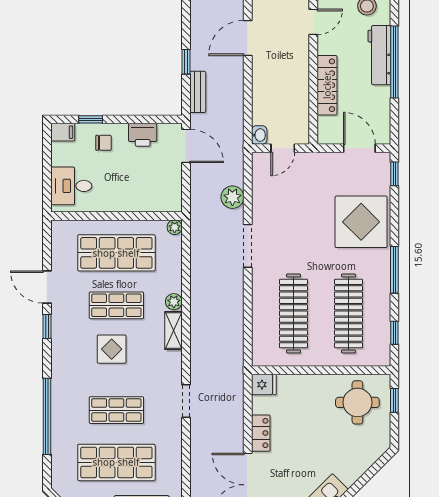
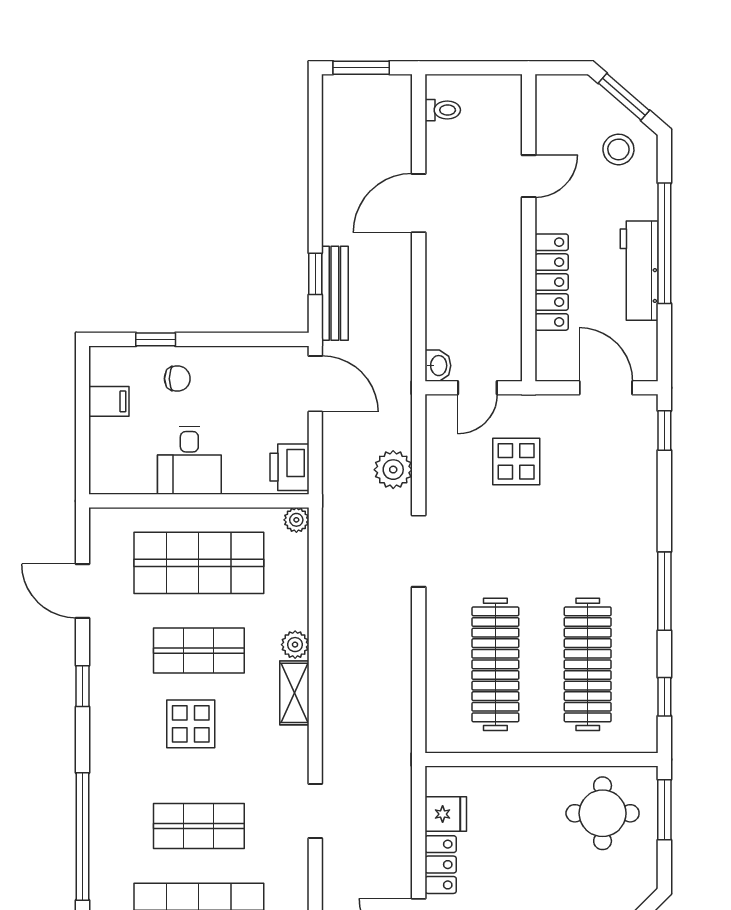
workbench: (379, 55) -> (639, 271), moved
window: (186, 62) -> (315, 274), moved
bench: (198, 92) -> (335, 293), width x1.36
filing cabinet: (63, 132) -> (109, 401), moved
printer: (143, 135) -> (289, 467), moved, turned 90
desk: (71, 186) -> (189, 460), moved, turned -90
display table: (361, 222) -> (516, 461), moved, width x0.54, depth x0.54
door: (47, 287) -> (82, 591), moved
fridge: (264, 385) -> (446, 814), moved
window: (394, 400) -> (664, 810), width x1.50

